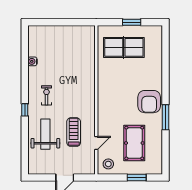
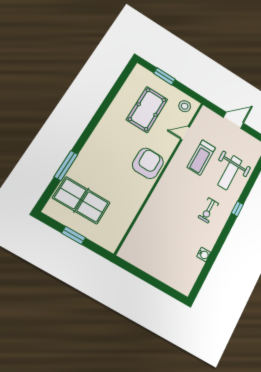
table tennis table: (124, 47) -> (81, 200), moved
armchair: (149, 102) -> (148, 163), moved
window: (166, 117) -> (66, 166), moved

